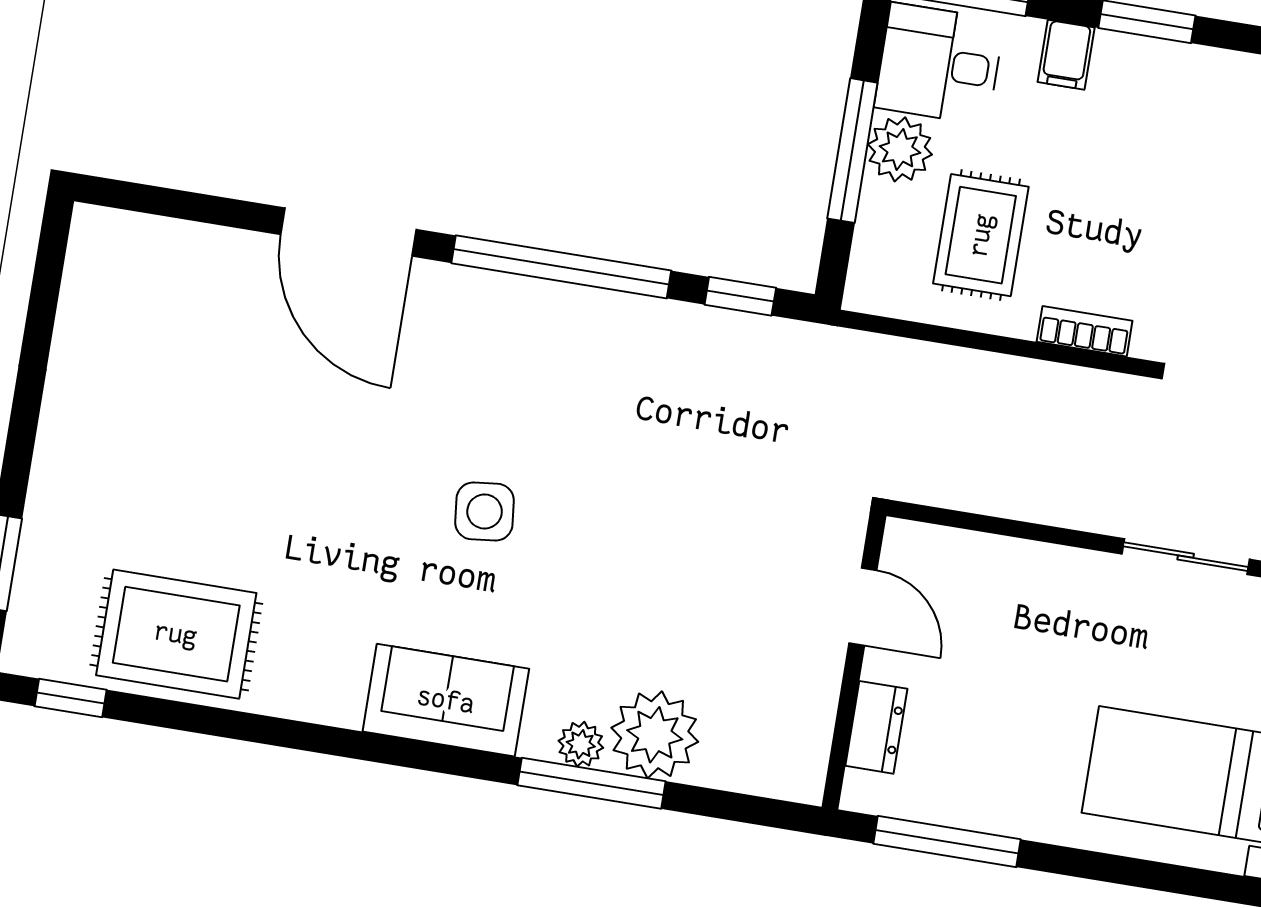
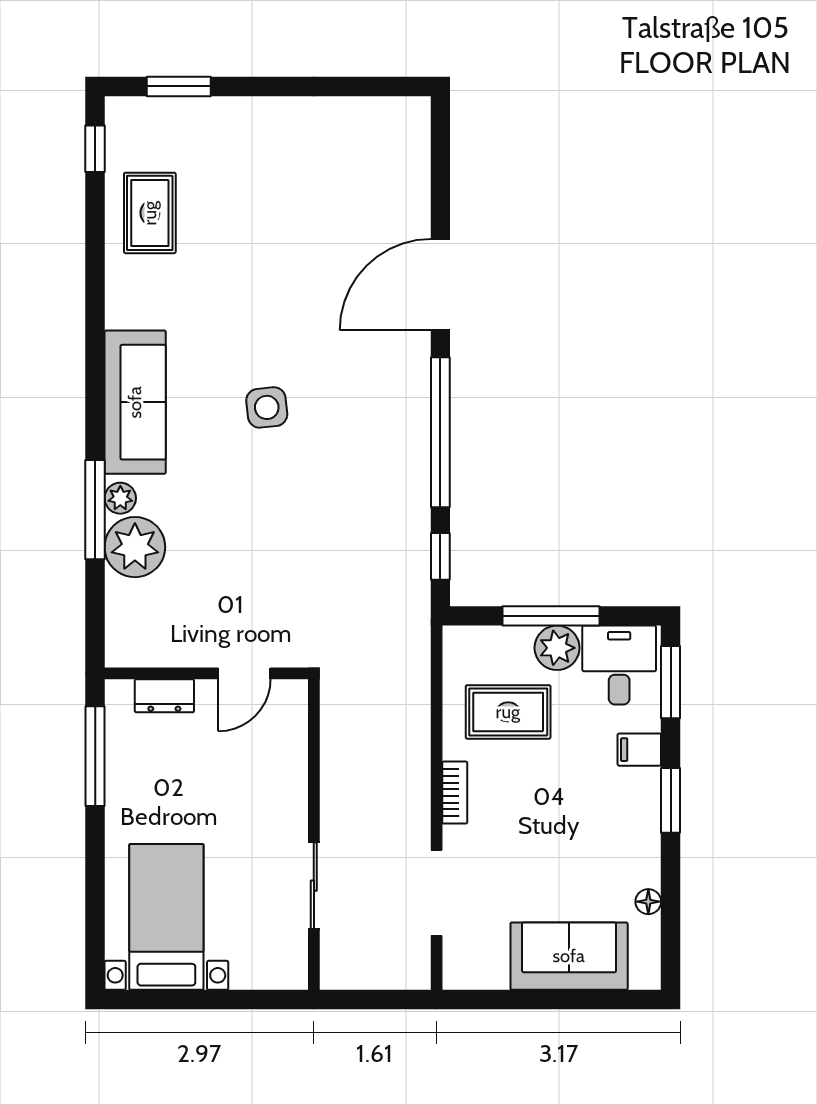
rug: (176, 634) -> (150, 213), width x0.73, depth x0.70
sofa: (446, 700) -> (135, 402), width x1.36

